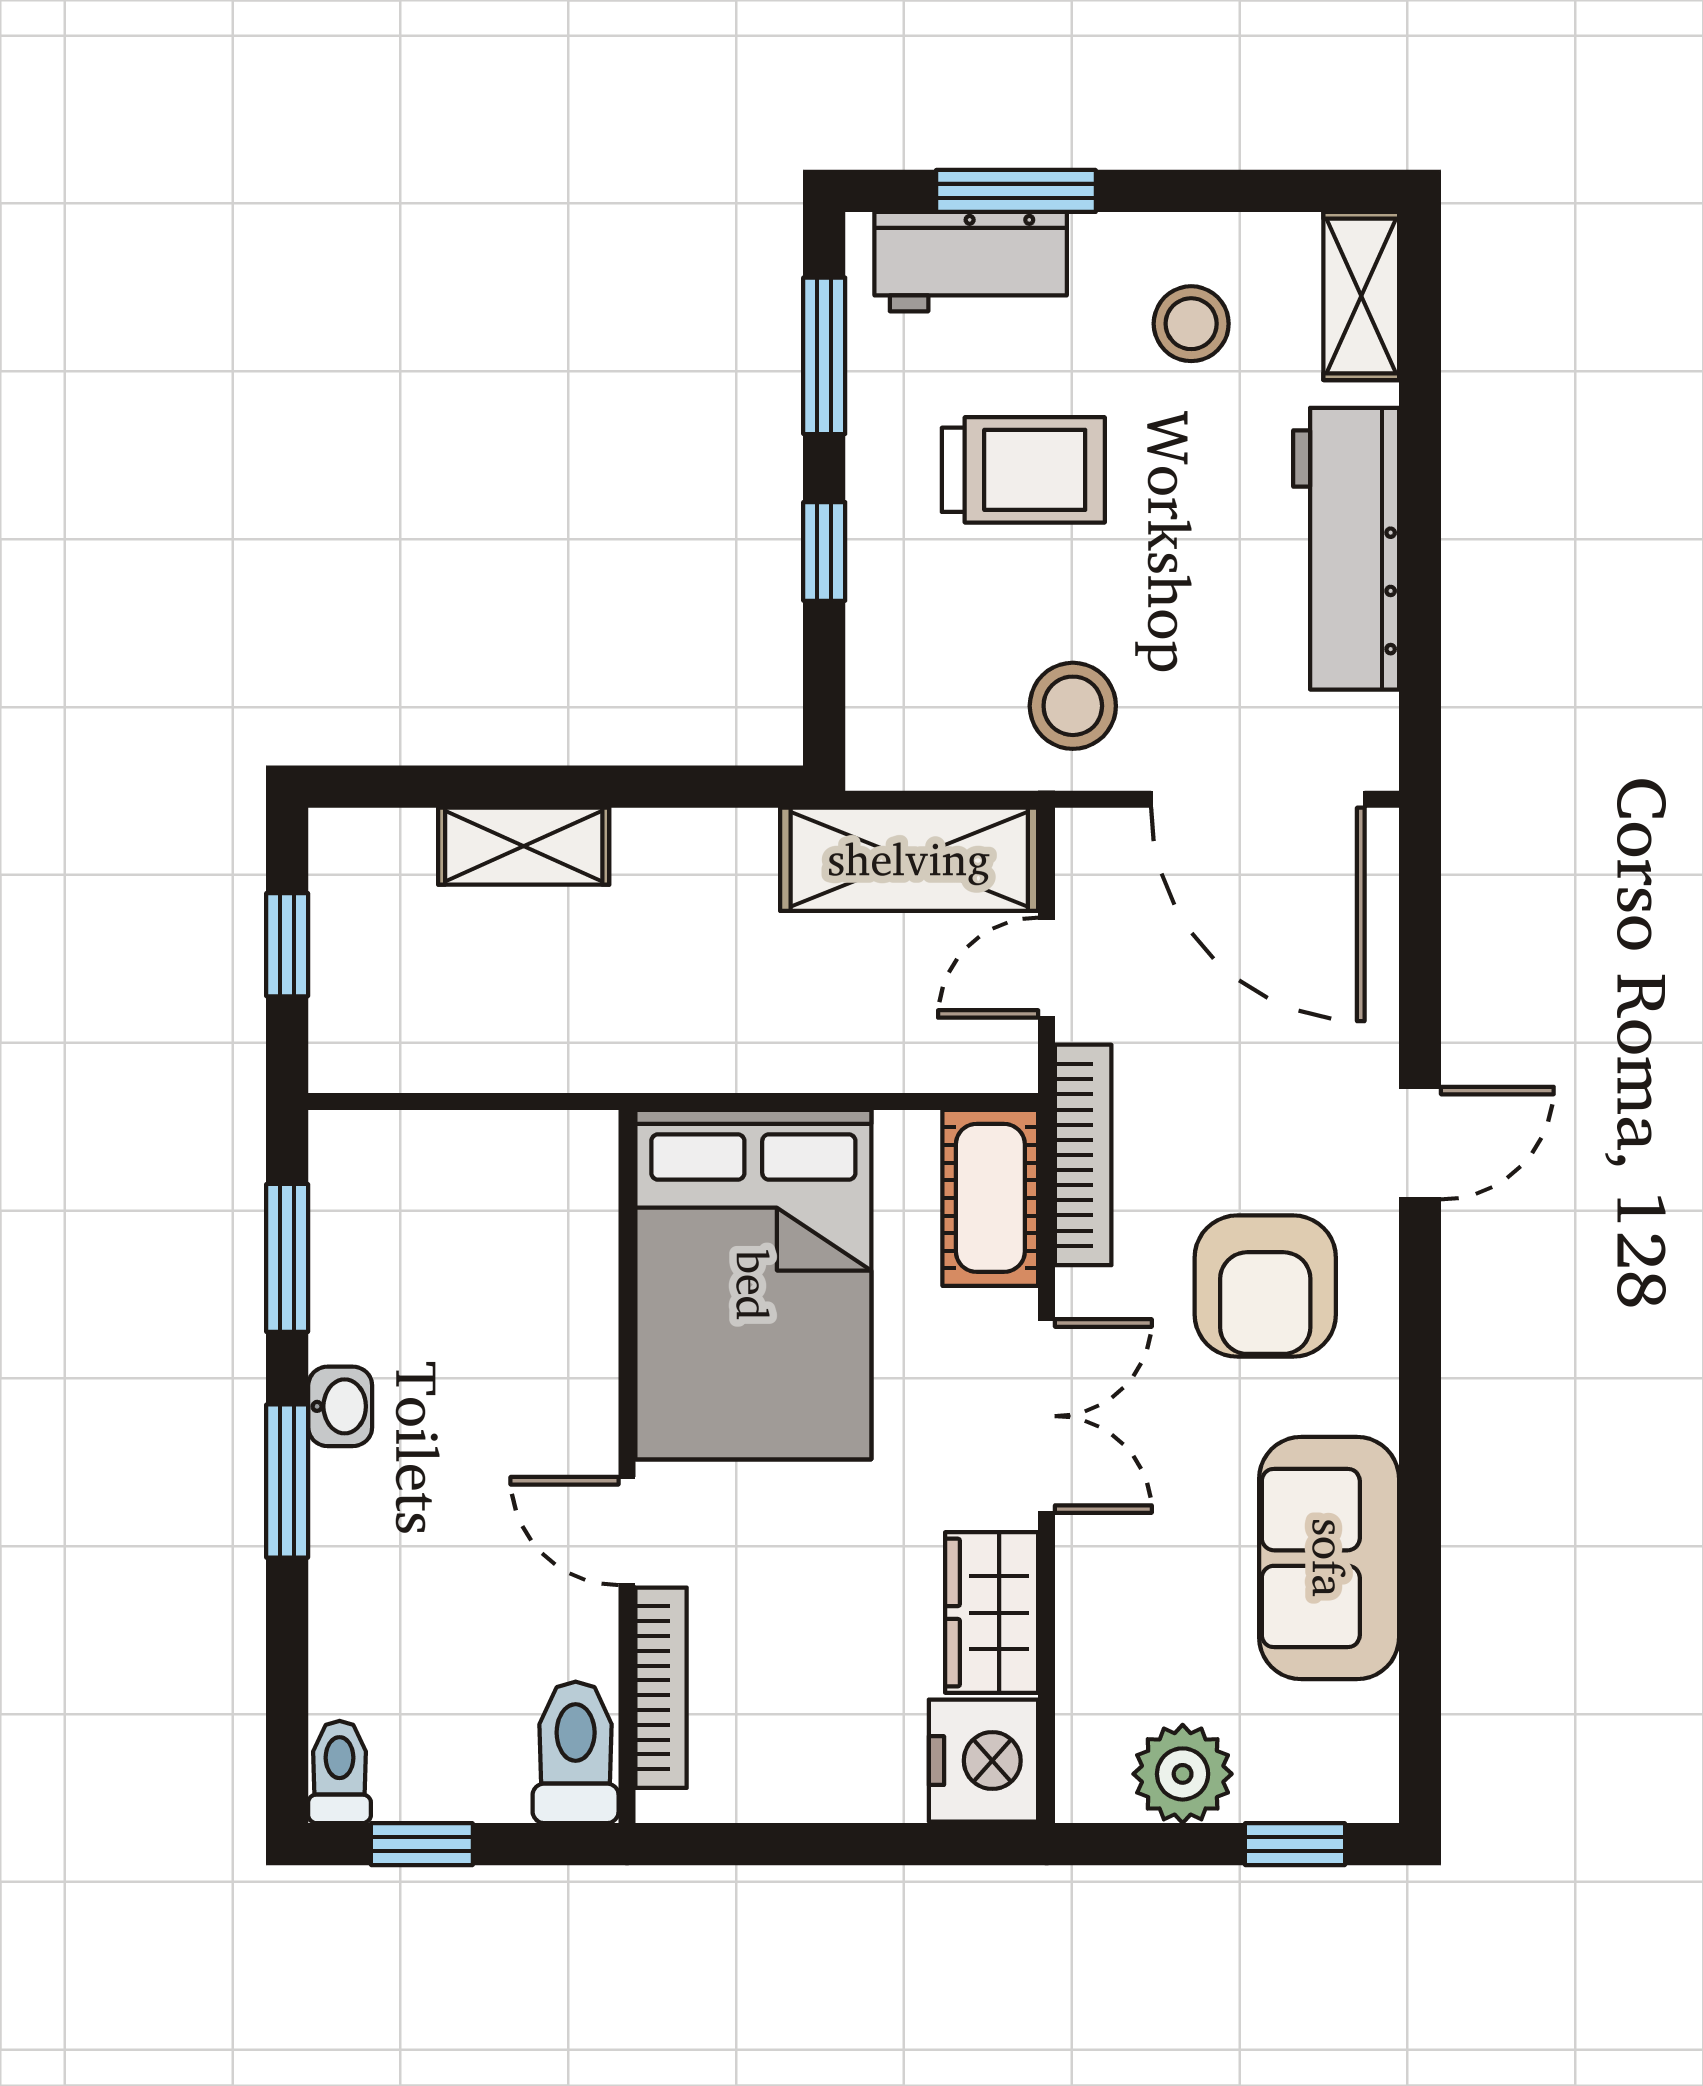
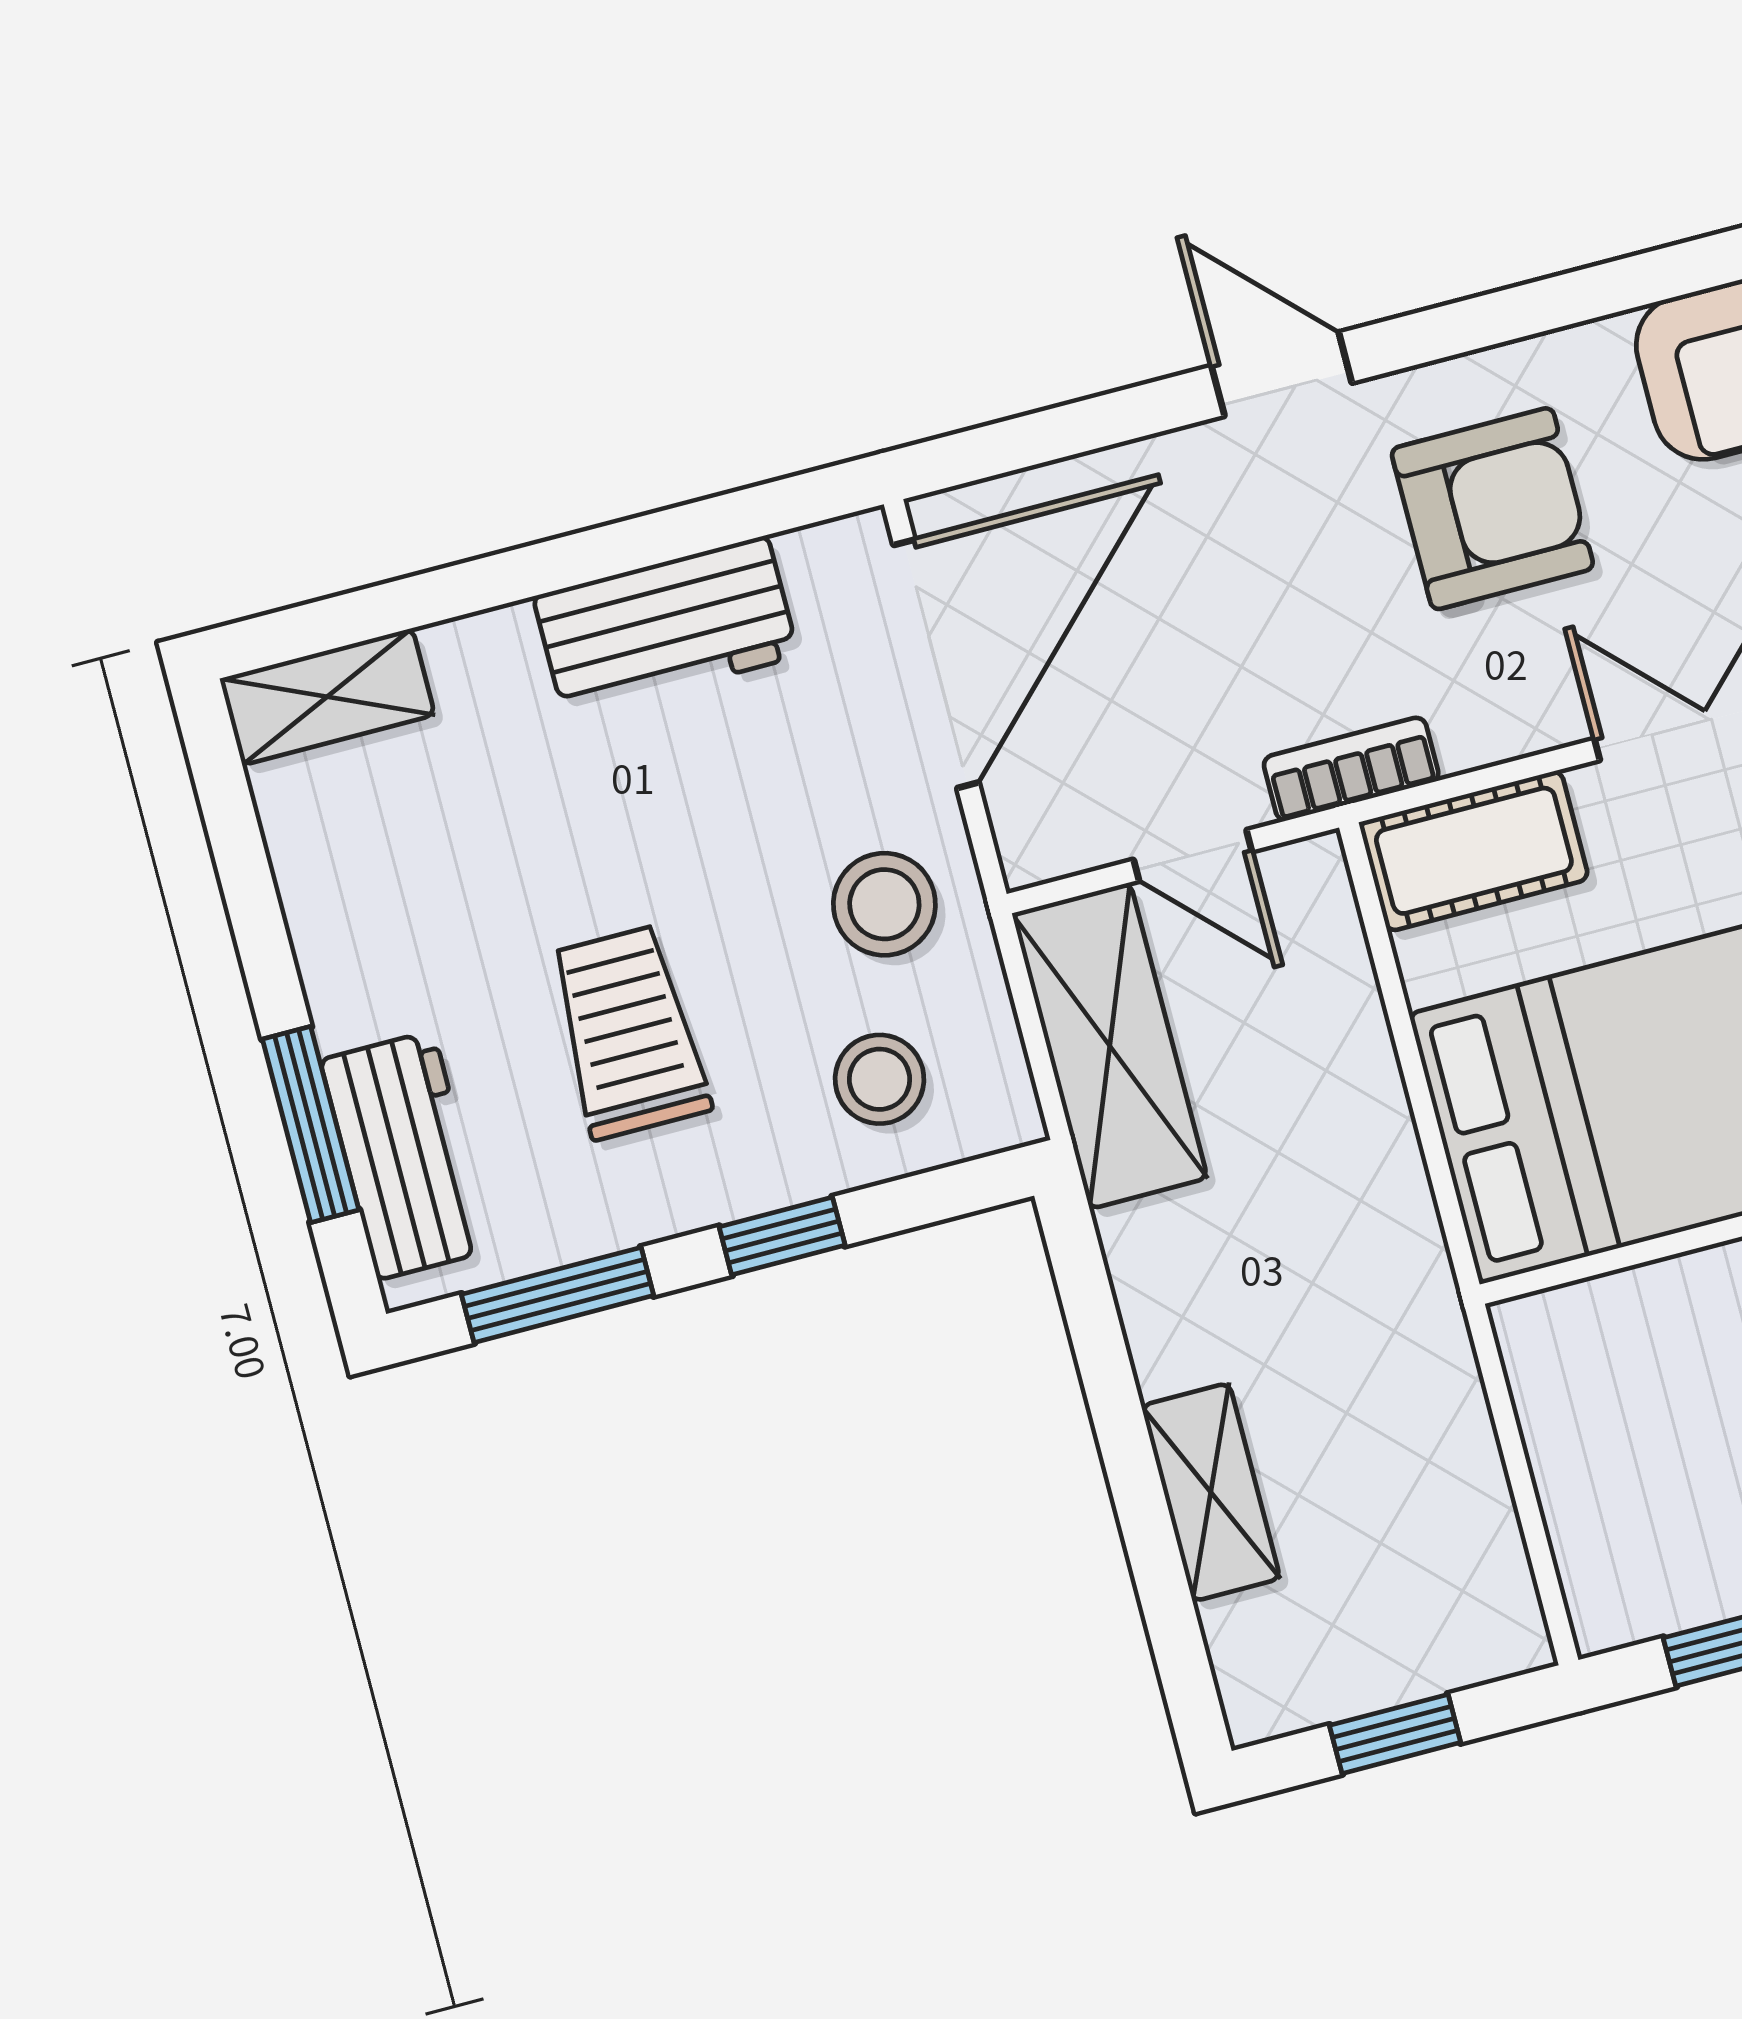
stool: (1191, 324) -> (880, 1079), moved
workbench: (1346, 549) -> (666, 626), width x0.73
bookcase: (1083, 1155) -> (1351, 769), width x0.64

